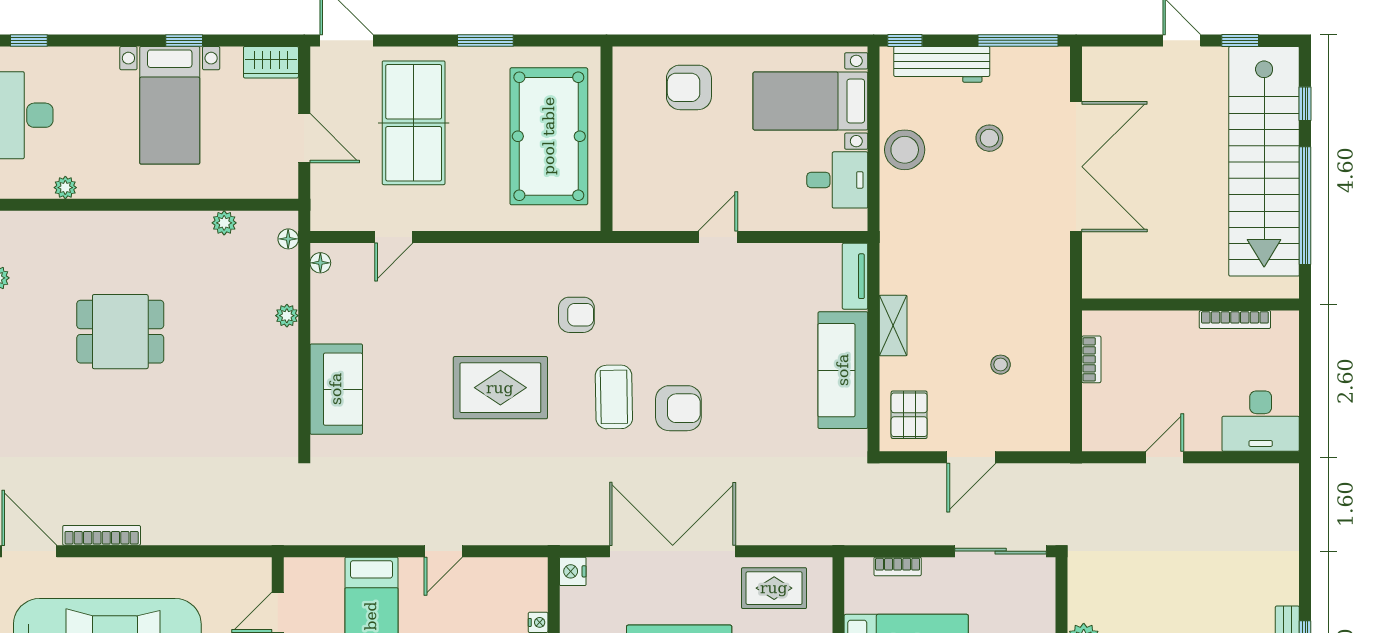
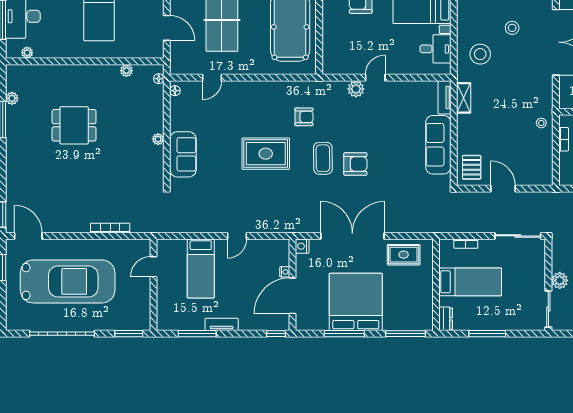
stool: (905, 150) -> (480, 54), moved
plant: (65, 188) -> (27, 53), moved
plant: (679, 259) -> (356, 89), added
plant: (287, 316) -> (158, 139), moved
shelving: (893, 326) -> (464, 98), moved
stool: (1001, 365) -> (541, 123), moved
door: (971, 457) -> (503, 189), swing flipped
bookcase: (102, 535) -> (110, 228), moved

